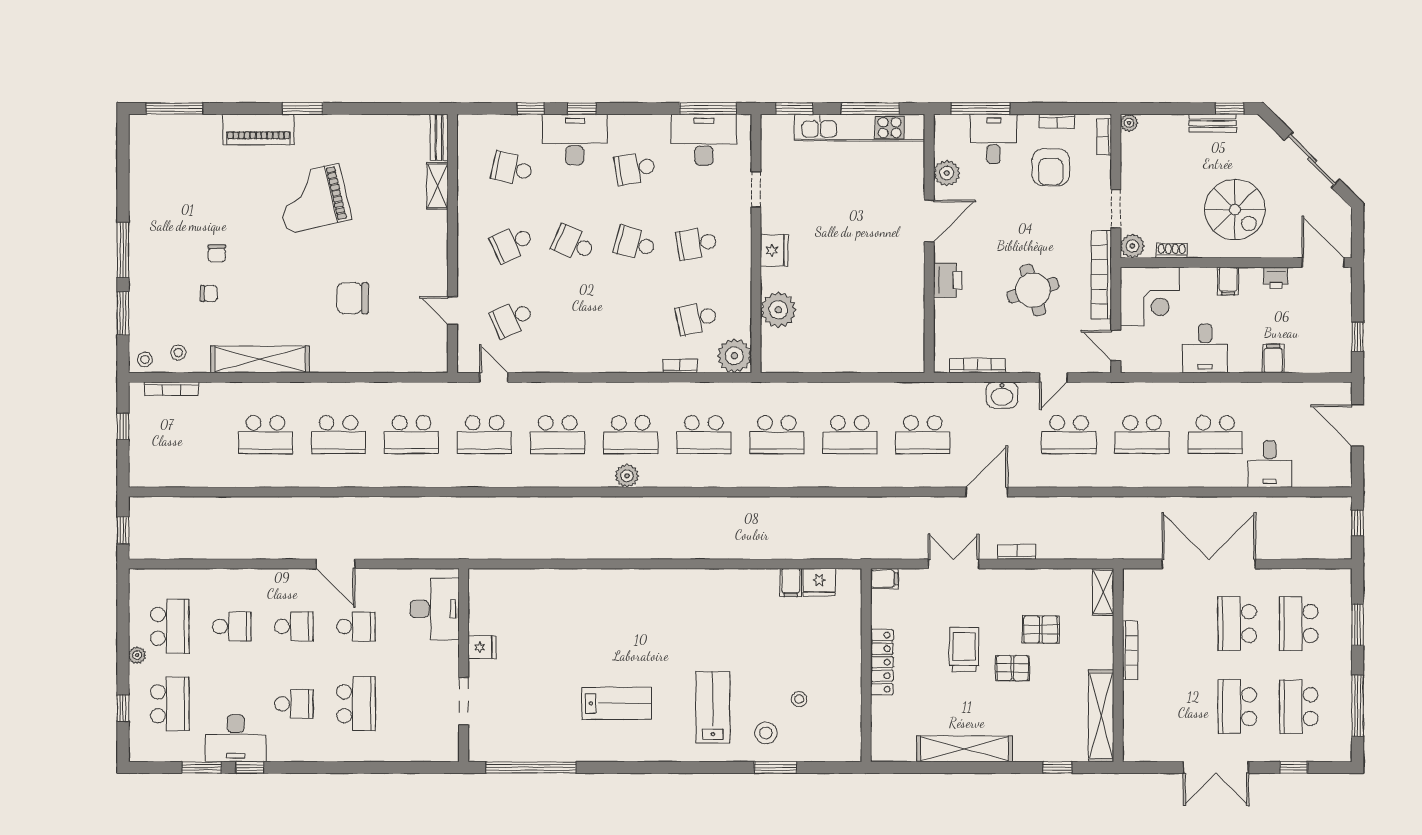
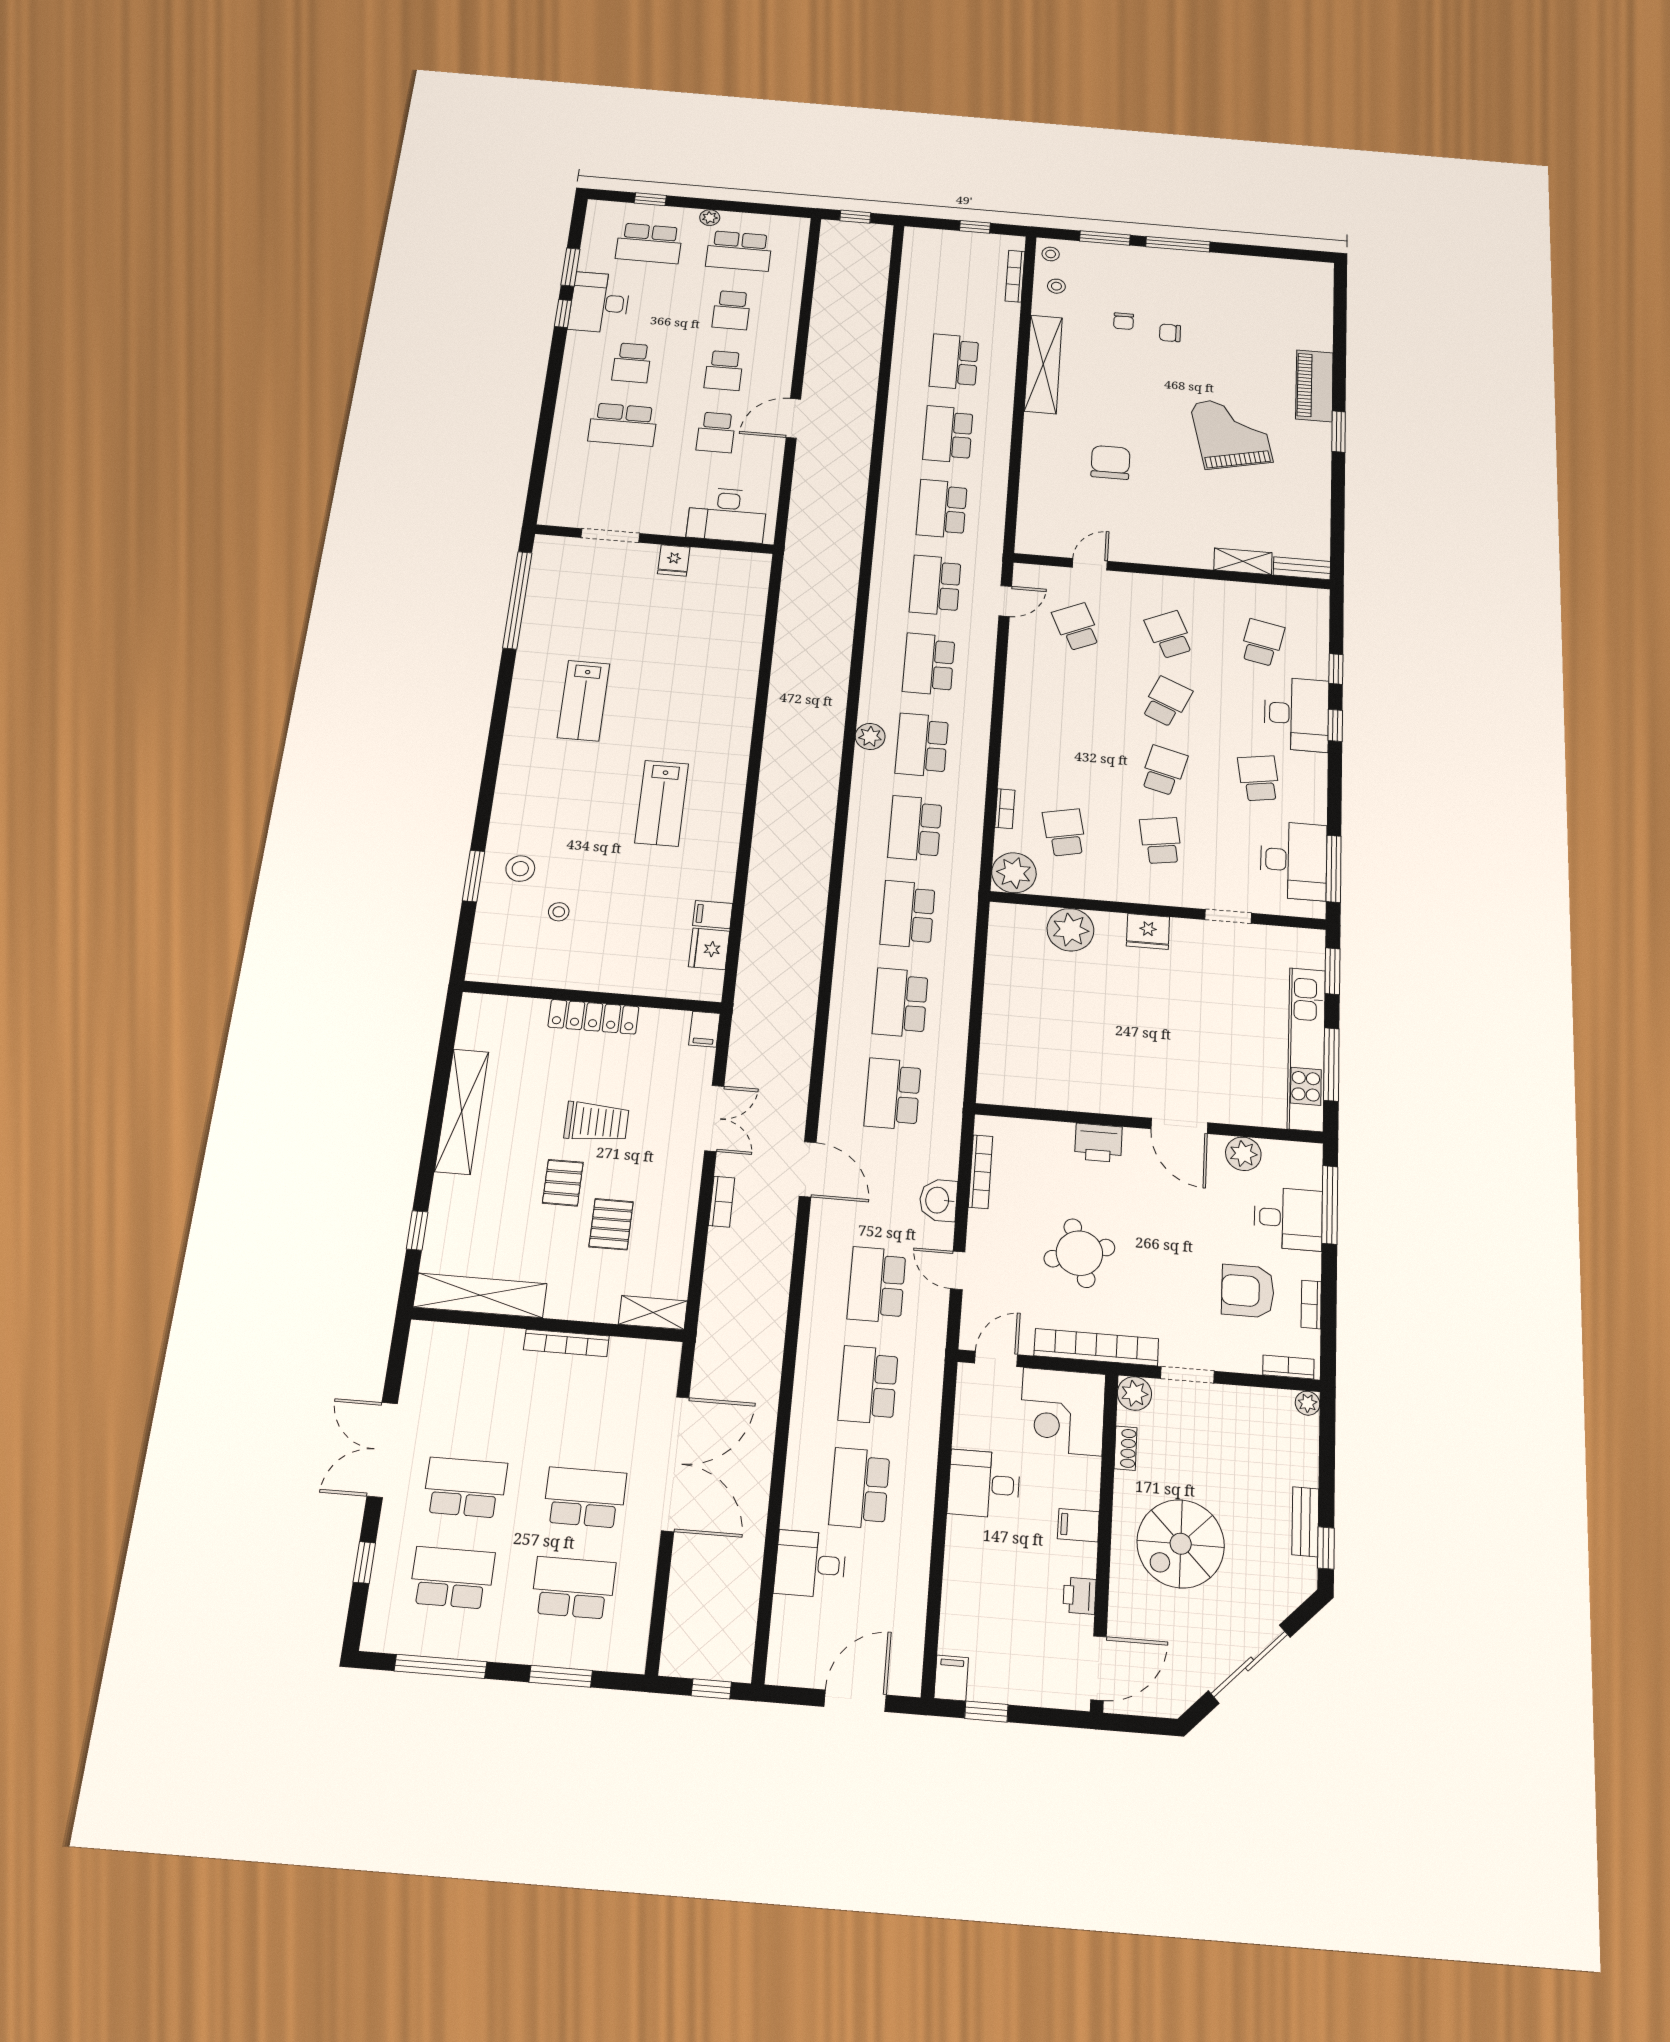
window: (174, 109) -> (1340, 307), removed
filing cabinet: (1273, 358) -> (951, 1678), moved, turned -90
lab bench: (713, 707) -> (662, 803), moved, turned 90

